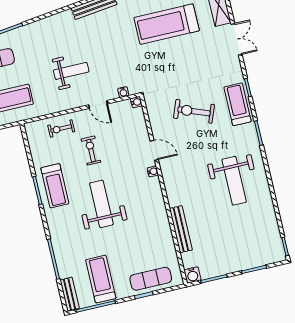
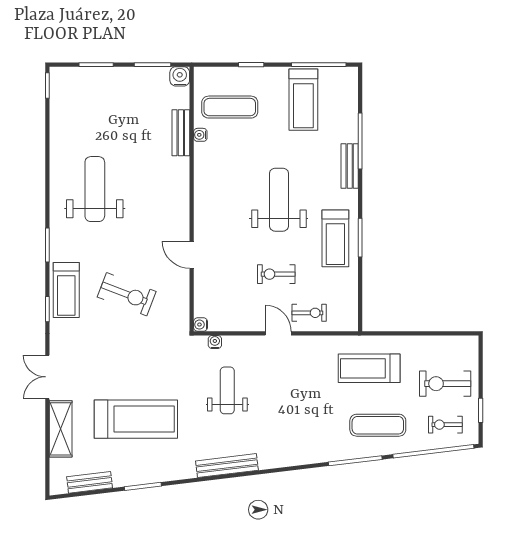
weight bench: (71, 71) -> (227, 390), moved, turned 90
door: (98, 104) -> (278, 333), moved
exercise bike: (91, 151) -> (276, 274), turned 90
water cooler: (153, 171) -> (200, 135), moved
treadmill: (55, 186) -> (335, 238), turned 180
weight bench: (101, 204) -> (279, 200), turned 180
bench: (181, 229) -> (181, 133), width x0.73
exercise mat: (151, 279) -> (230, 107), moved
bench: (70, 294) -> (350, 166), moved

